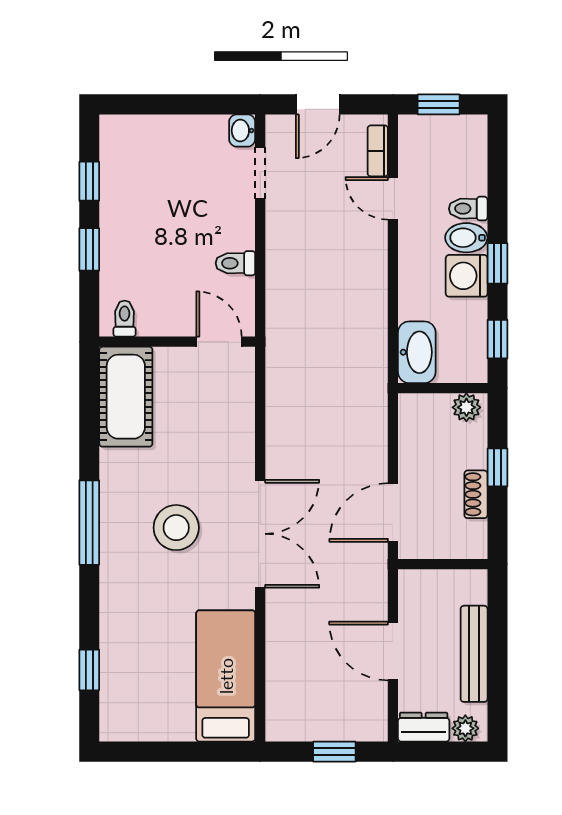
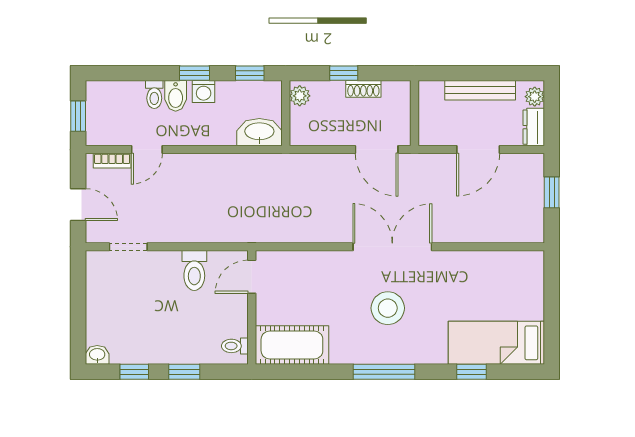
washbasin: (242, 131) -> (97, 355), moved, turned 180
toilet: (235, 263) -> (194, 270), width x1.37, depth x1.39
washing machine: (467, 276) -> (204, 91), width x0.73, depth x0.73
window: (89, 670) -> (471, 372), moved
bed: (226, 676) -> (496, 343), moved

